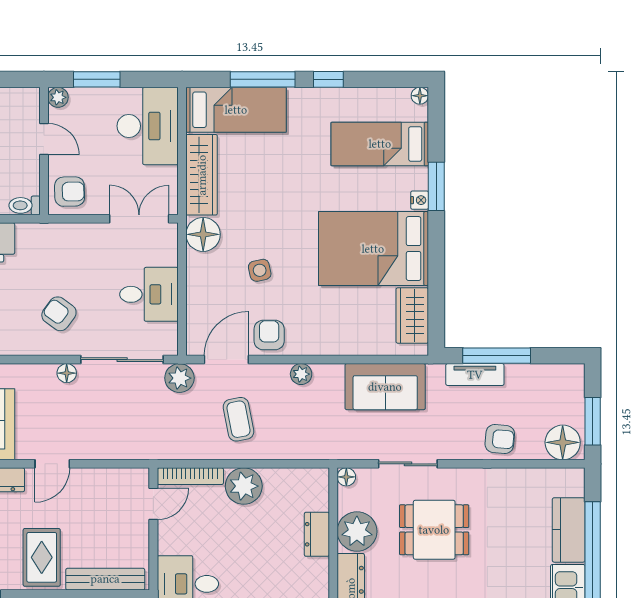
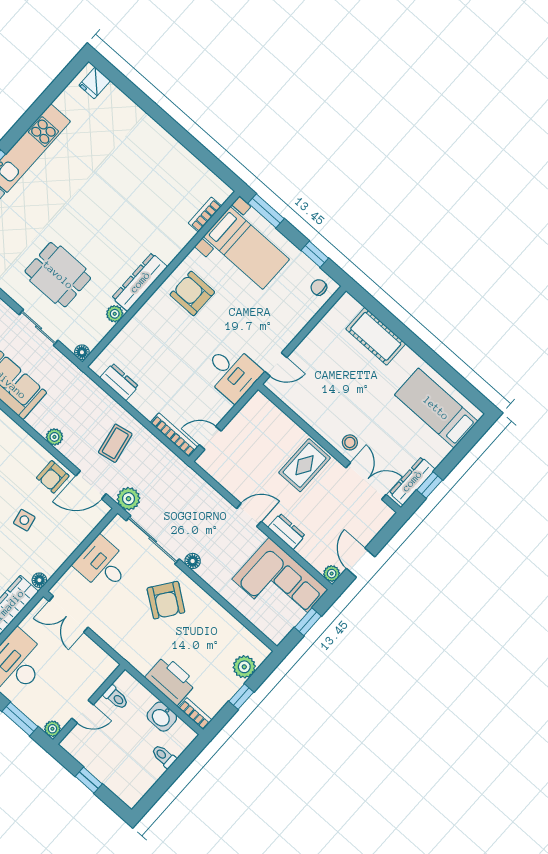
door: (44, 139) -> (83, 712), swing flipped
armchair: (70, 192) -> (95, 667), removed
toilet: (25, 205) -> (116, 697), moved
floor lamp: (203, 234) -> (39, 580), width x0.53, depth x0.53
armchair: (59, 314) -> (166, 600), width x1.38, depth x1.38
plant: (244, 486) -> (147, 401), removed
plant: (357, 531) -> (115, 314), width x0.53, depth x0.53
dresser: (317, 534) -> (119, 382), moved, turned -90
bench: (105, 579) -> (278, 419), removed

